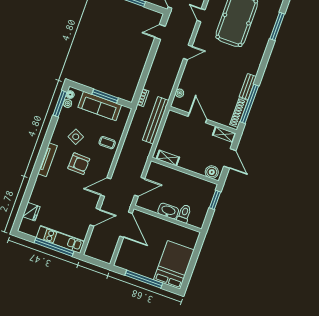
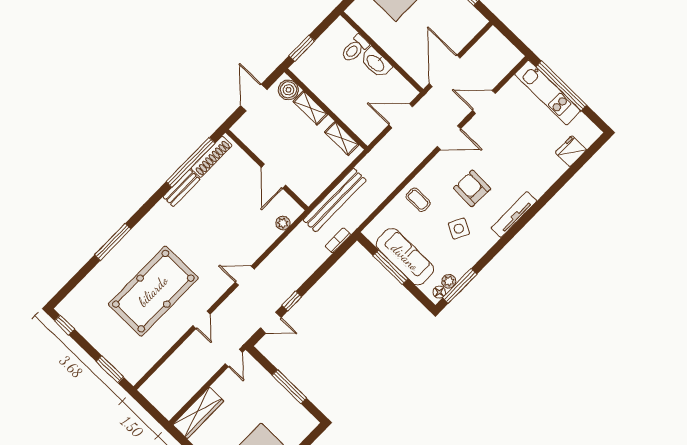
window: (277, 26) -> (113, 242), moved
window: (154, 50) -> (292, 301), added
shelving: (224, 134) -> (310, 108), moved

